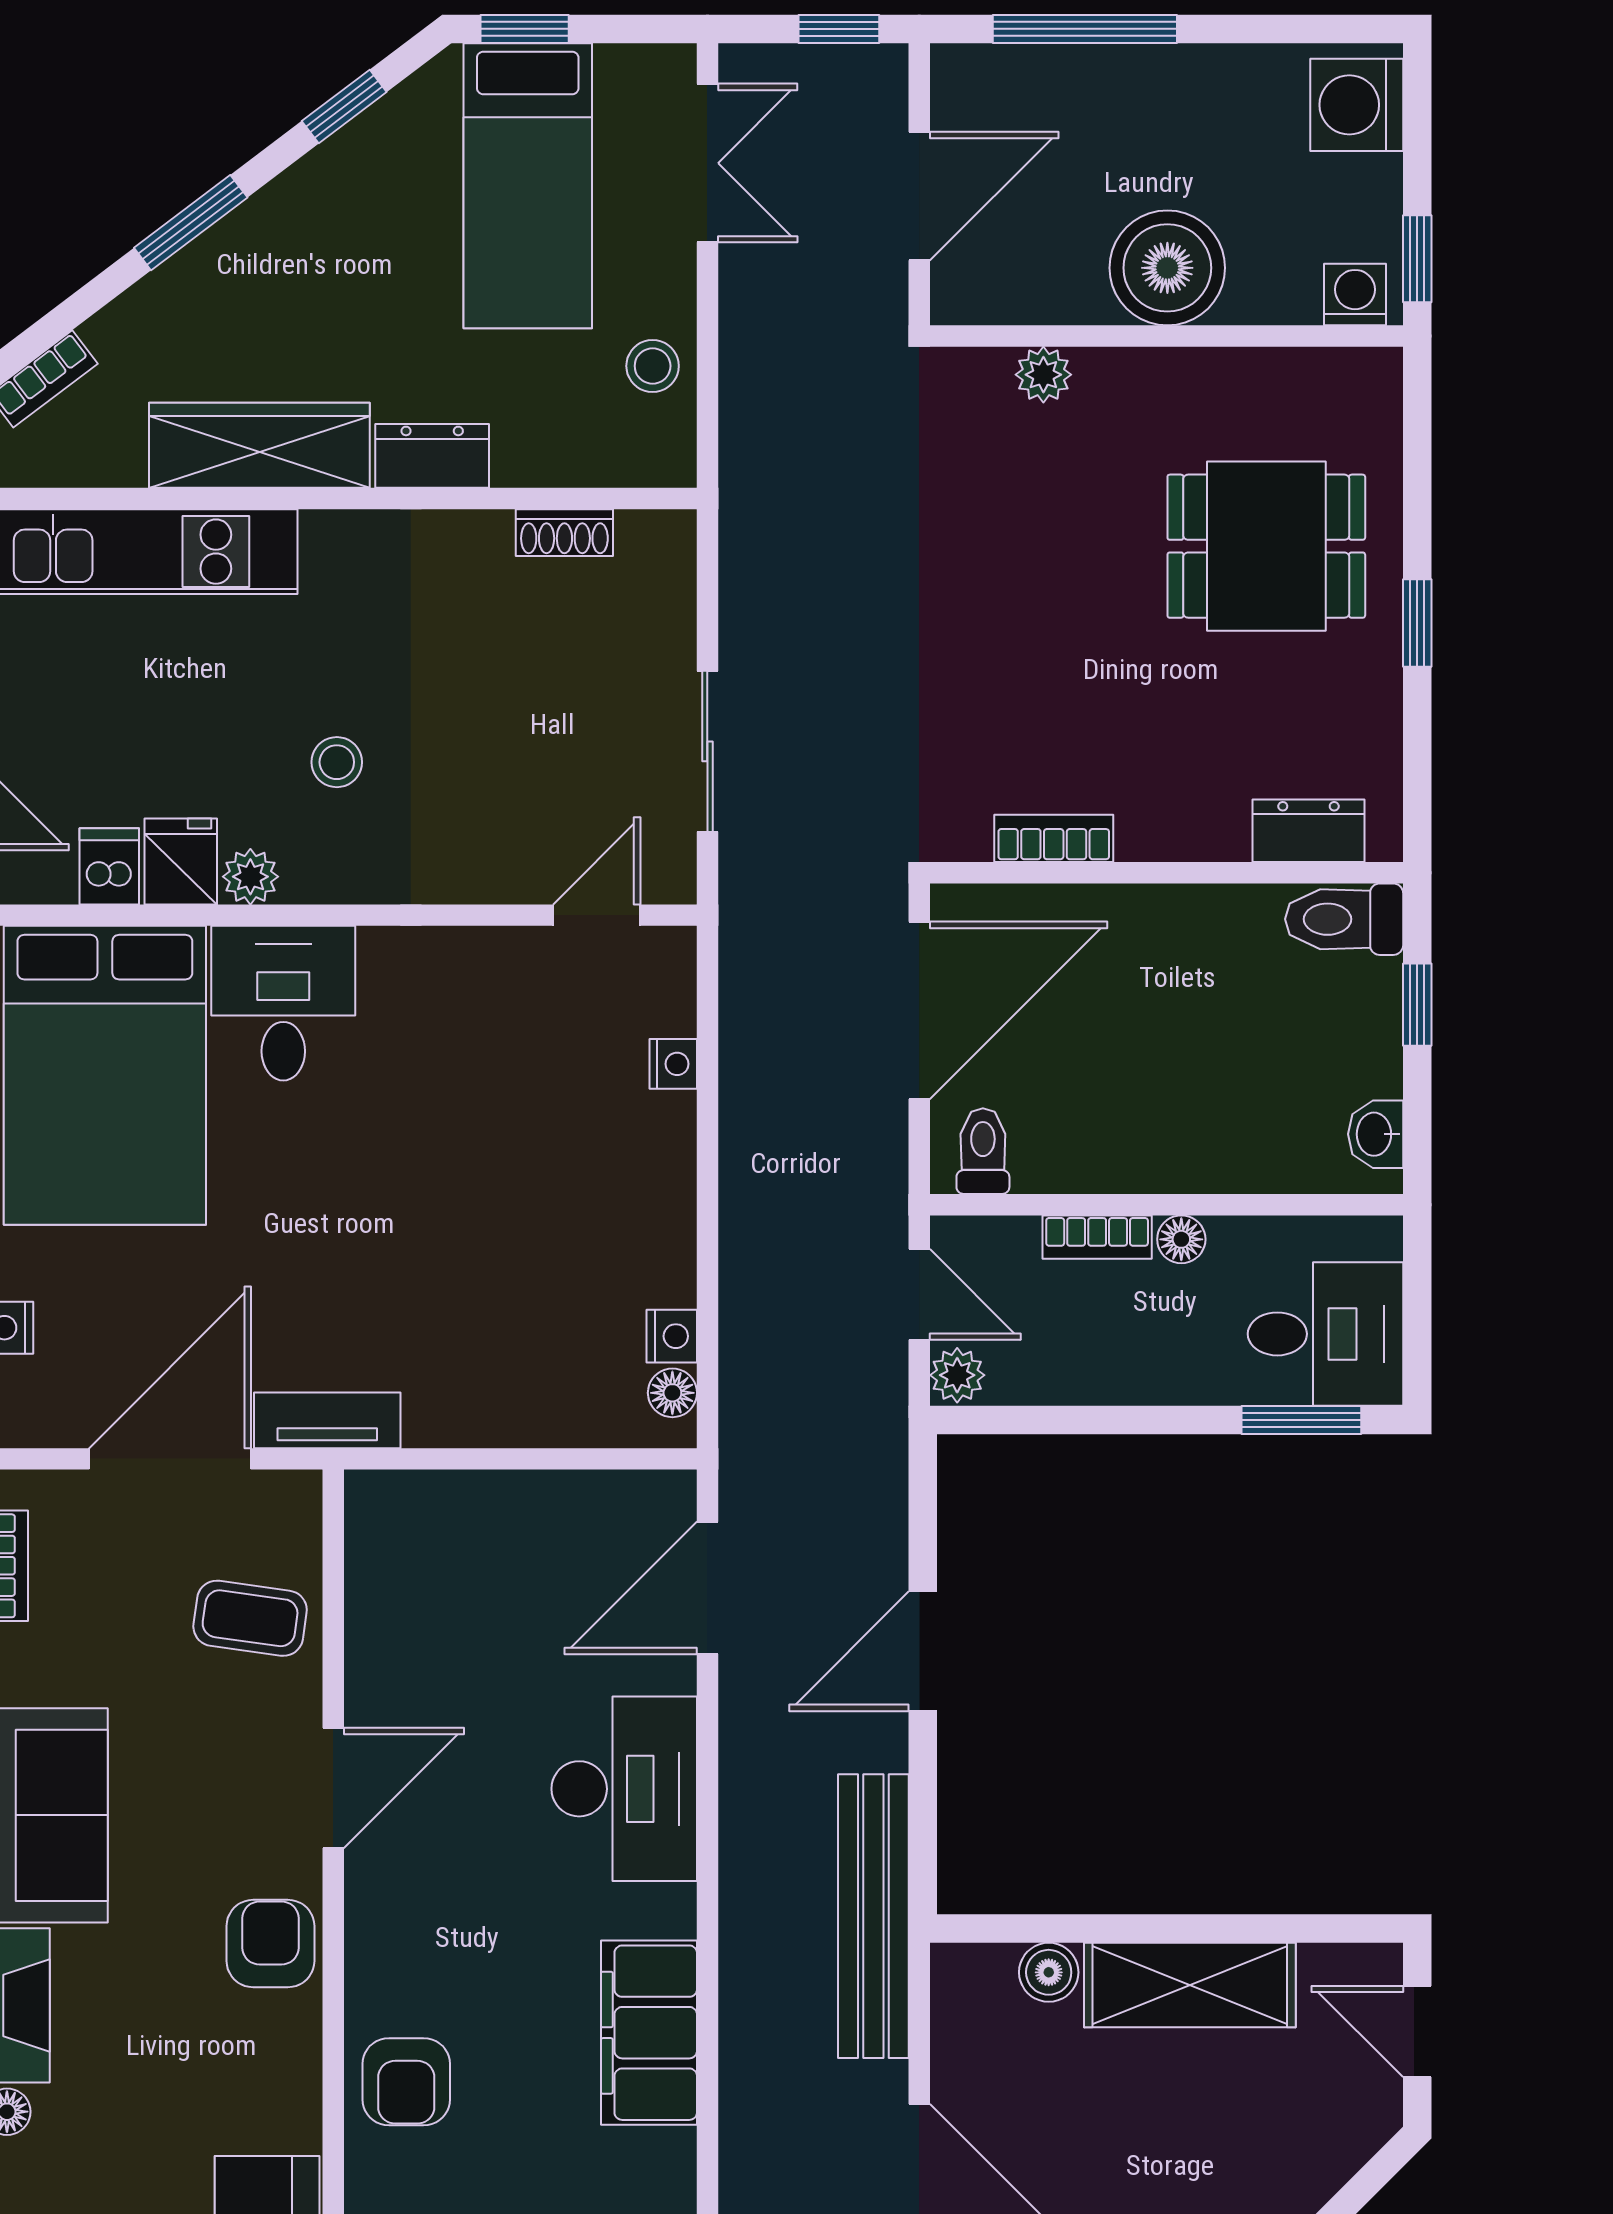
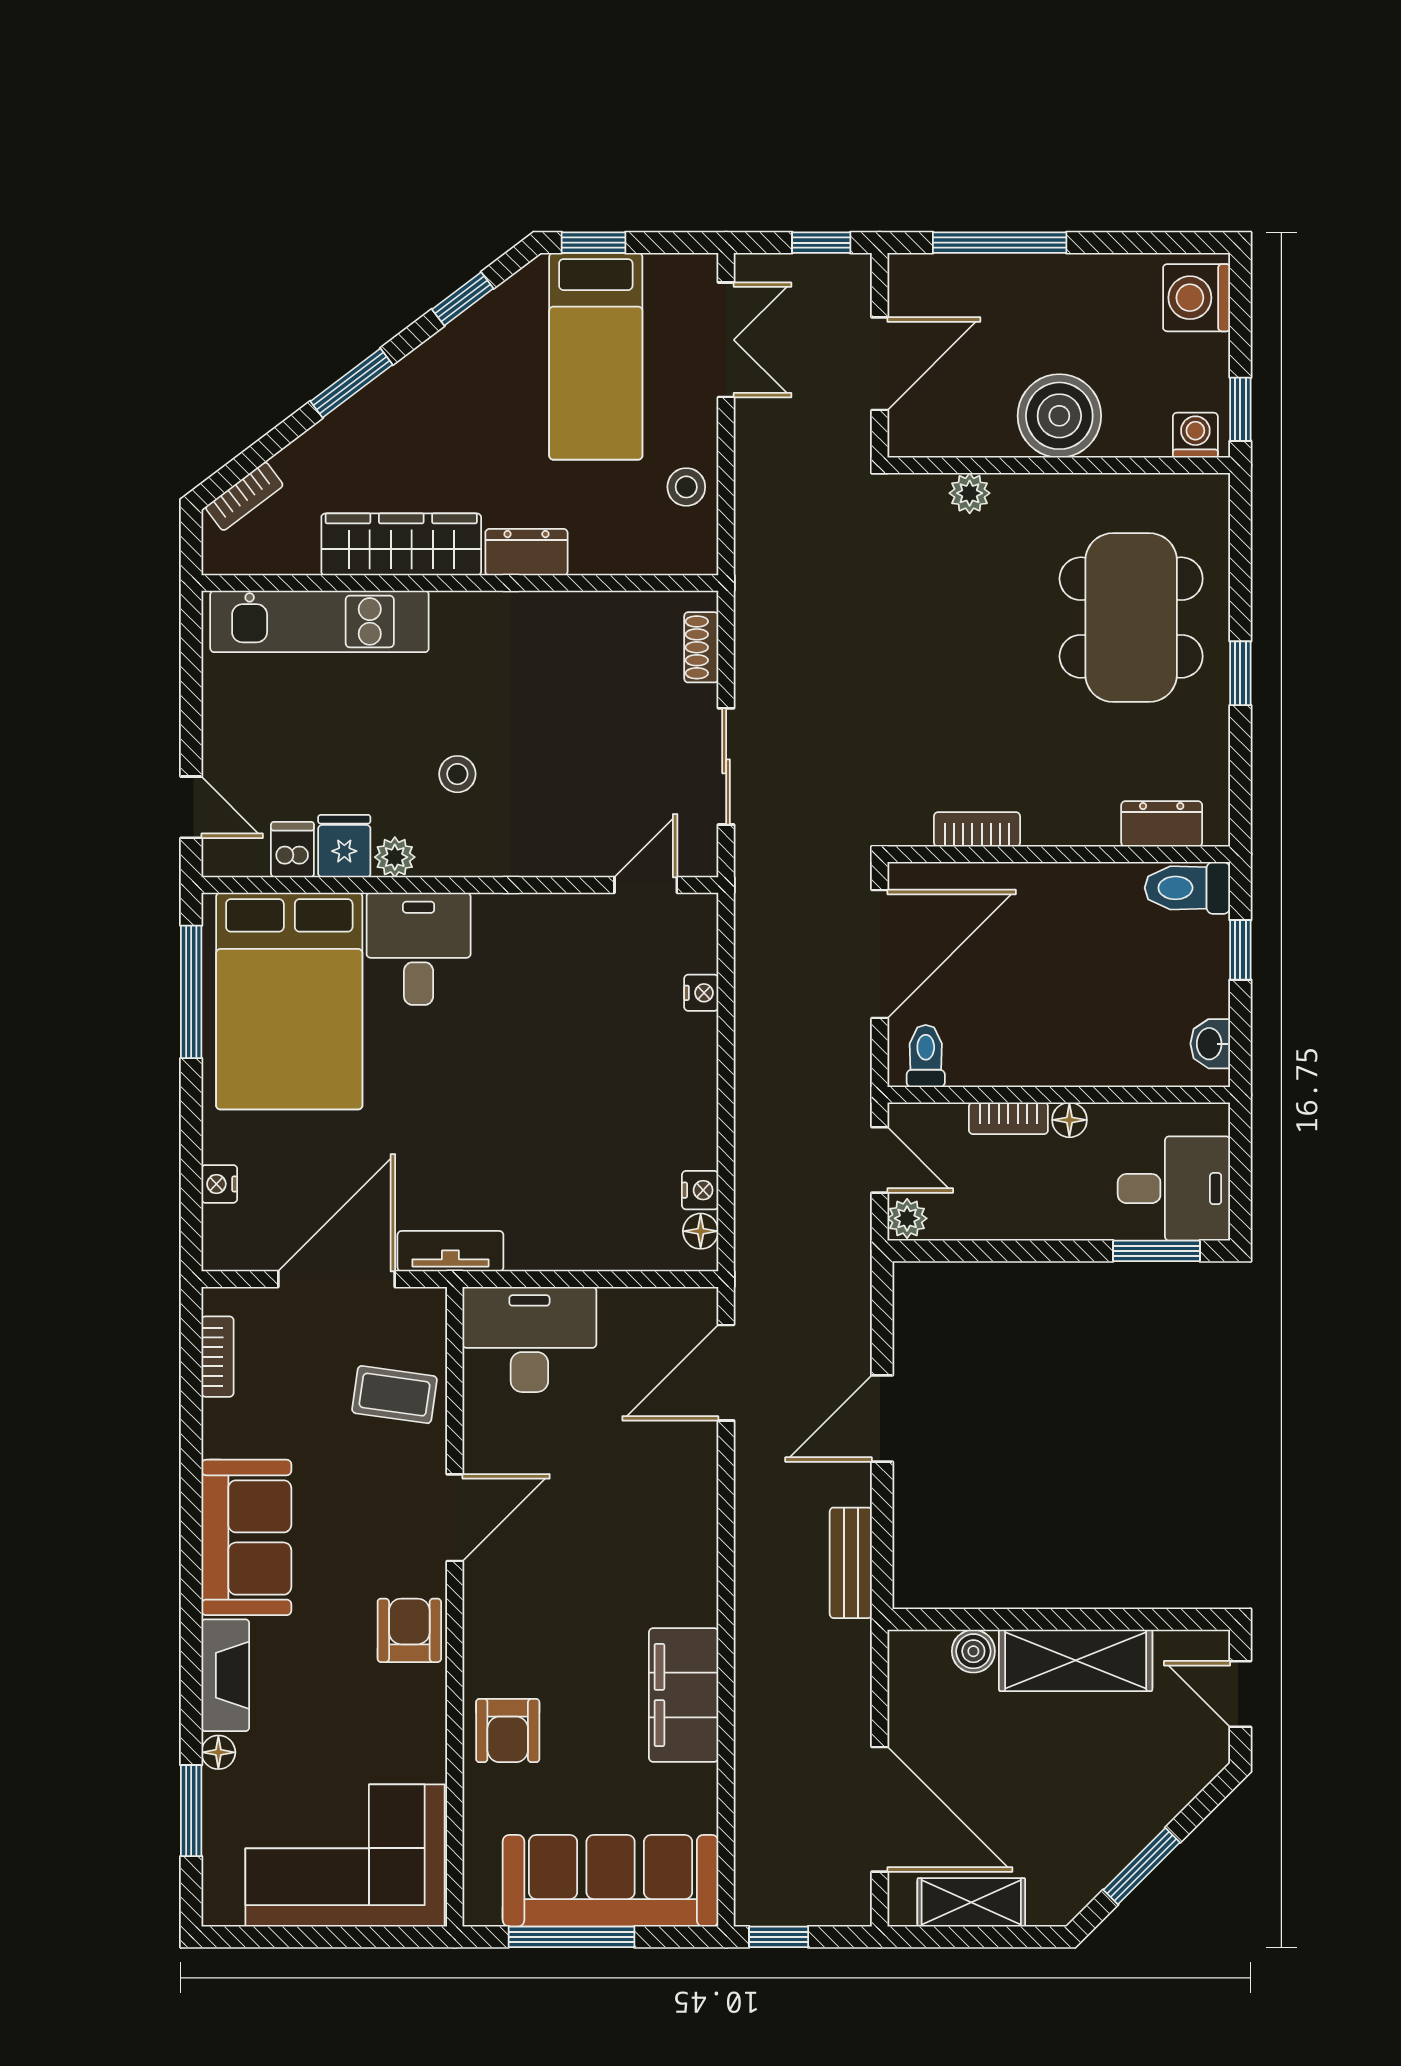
shoe rack: (564, 533) -> (701, 647), moved, turned 90
dining table: (1266, 546) -> (1131, 618), width x1.38
desk: (624, 1789) -> (529, 1339), moved, turned -90
bench: (873, 1916) -> (851, 1563), width x0.54, depth x0.82

